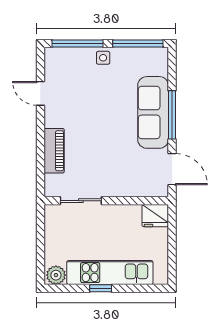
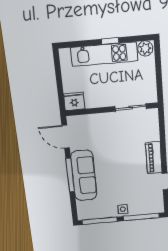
piano: (54, 151) -> (154, 158), moved

